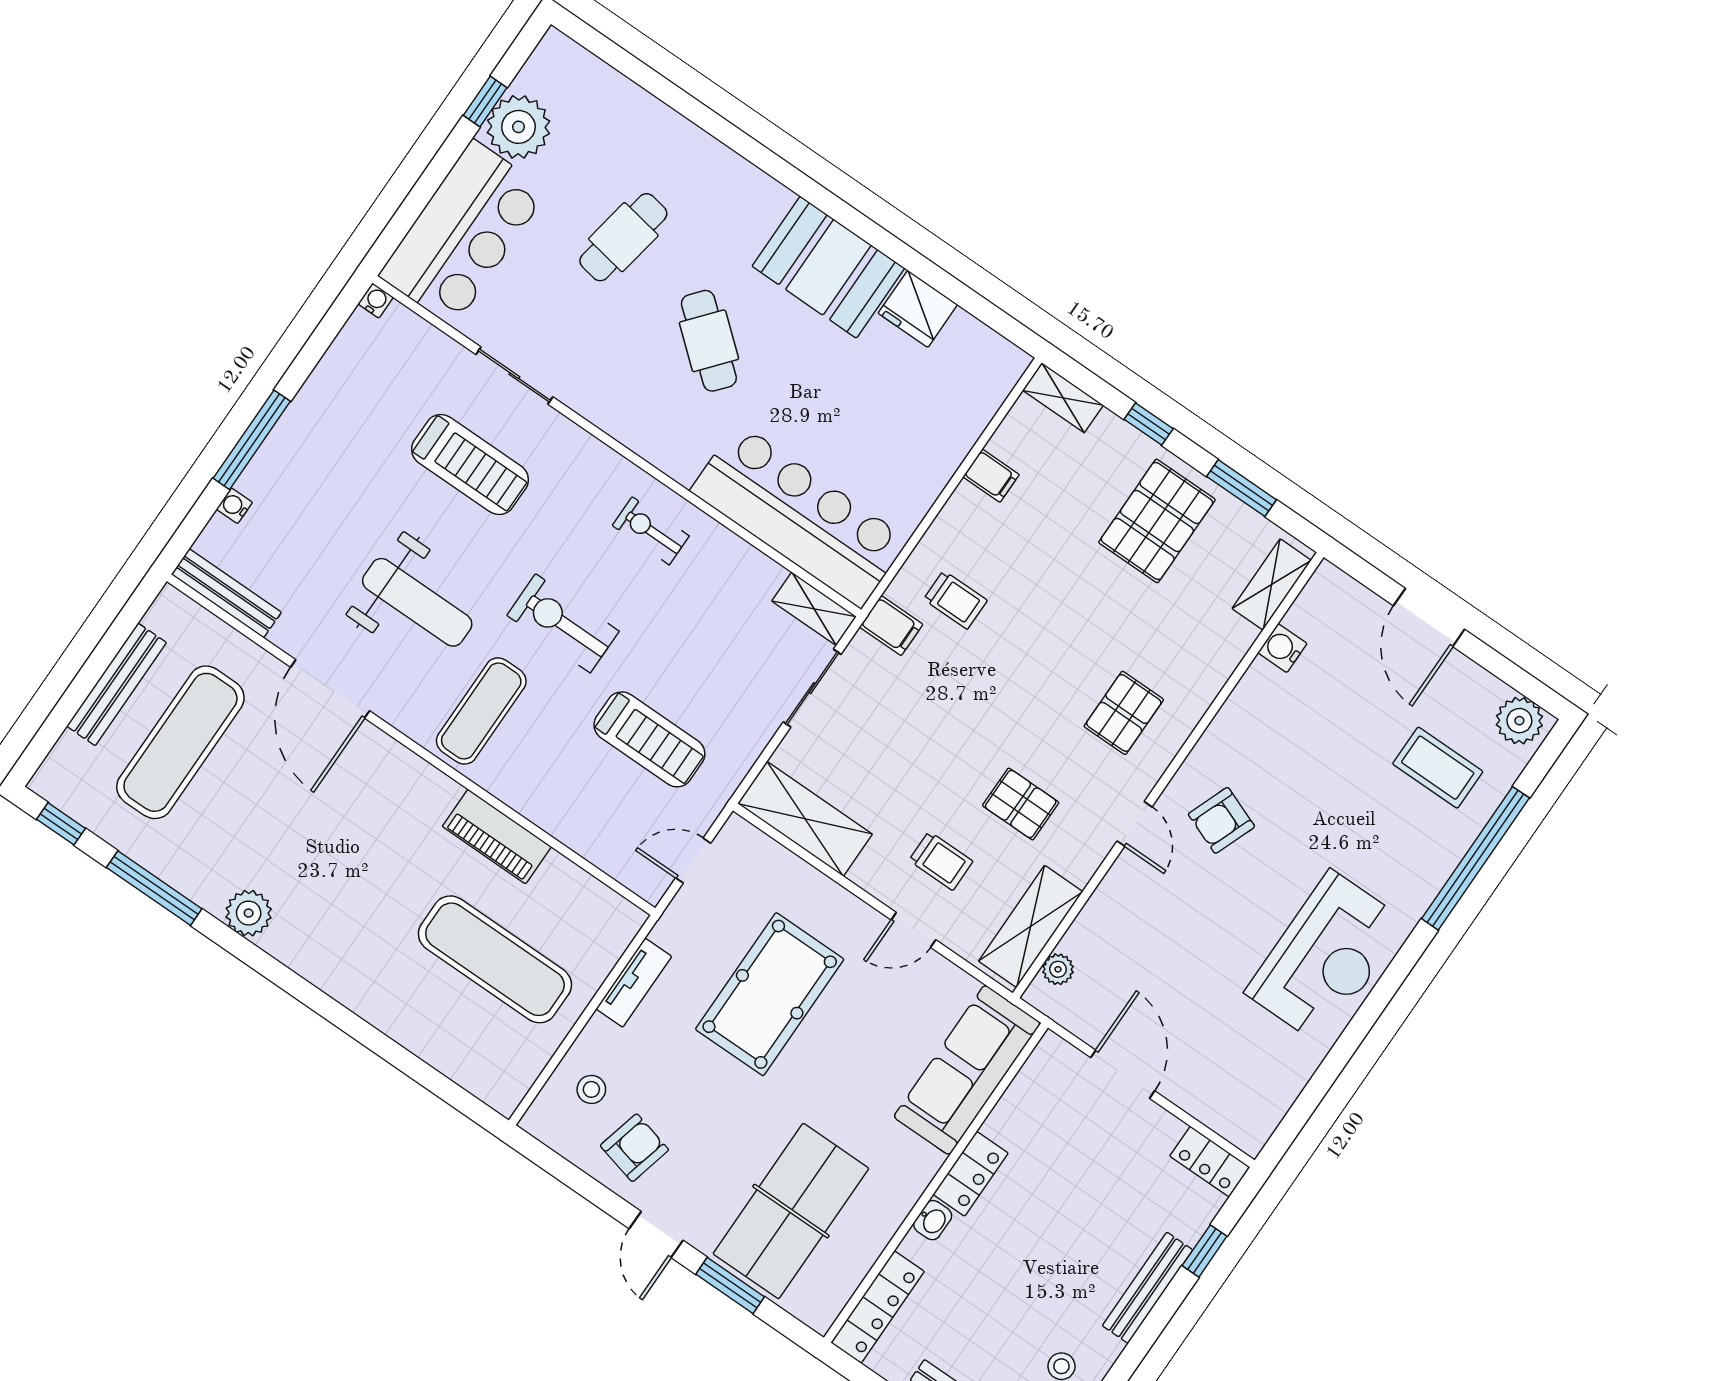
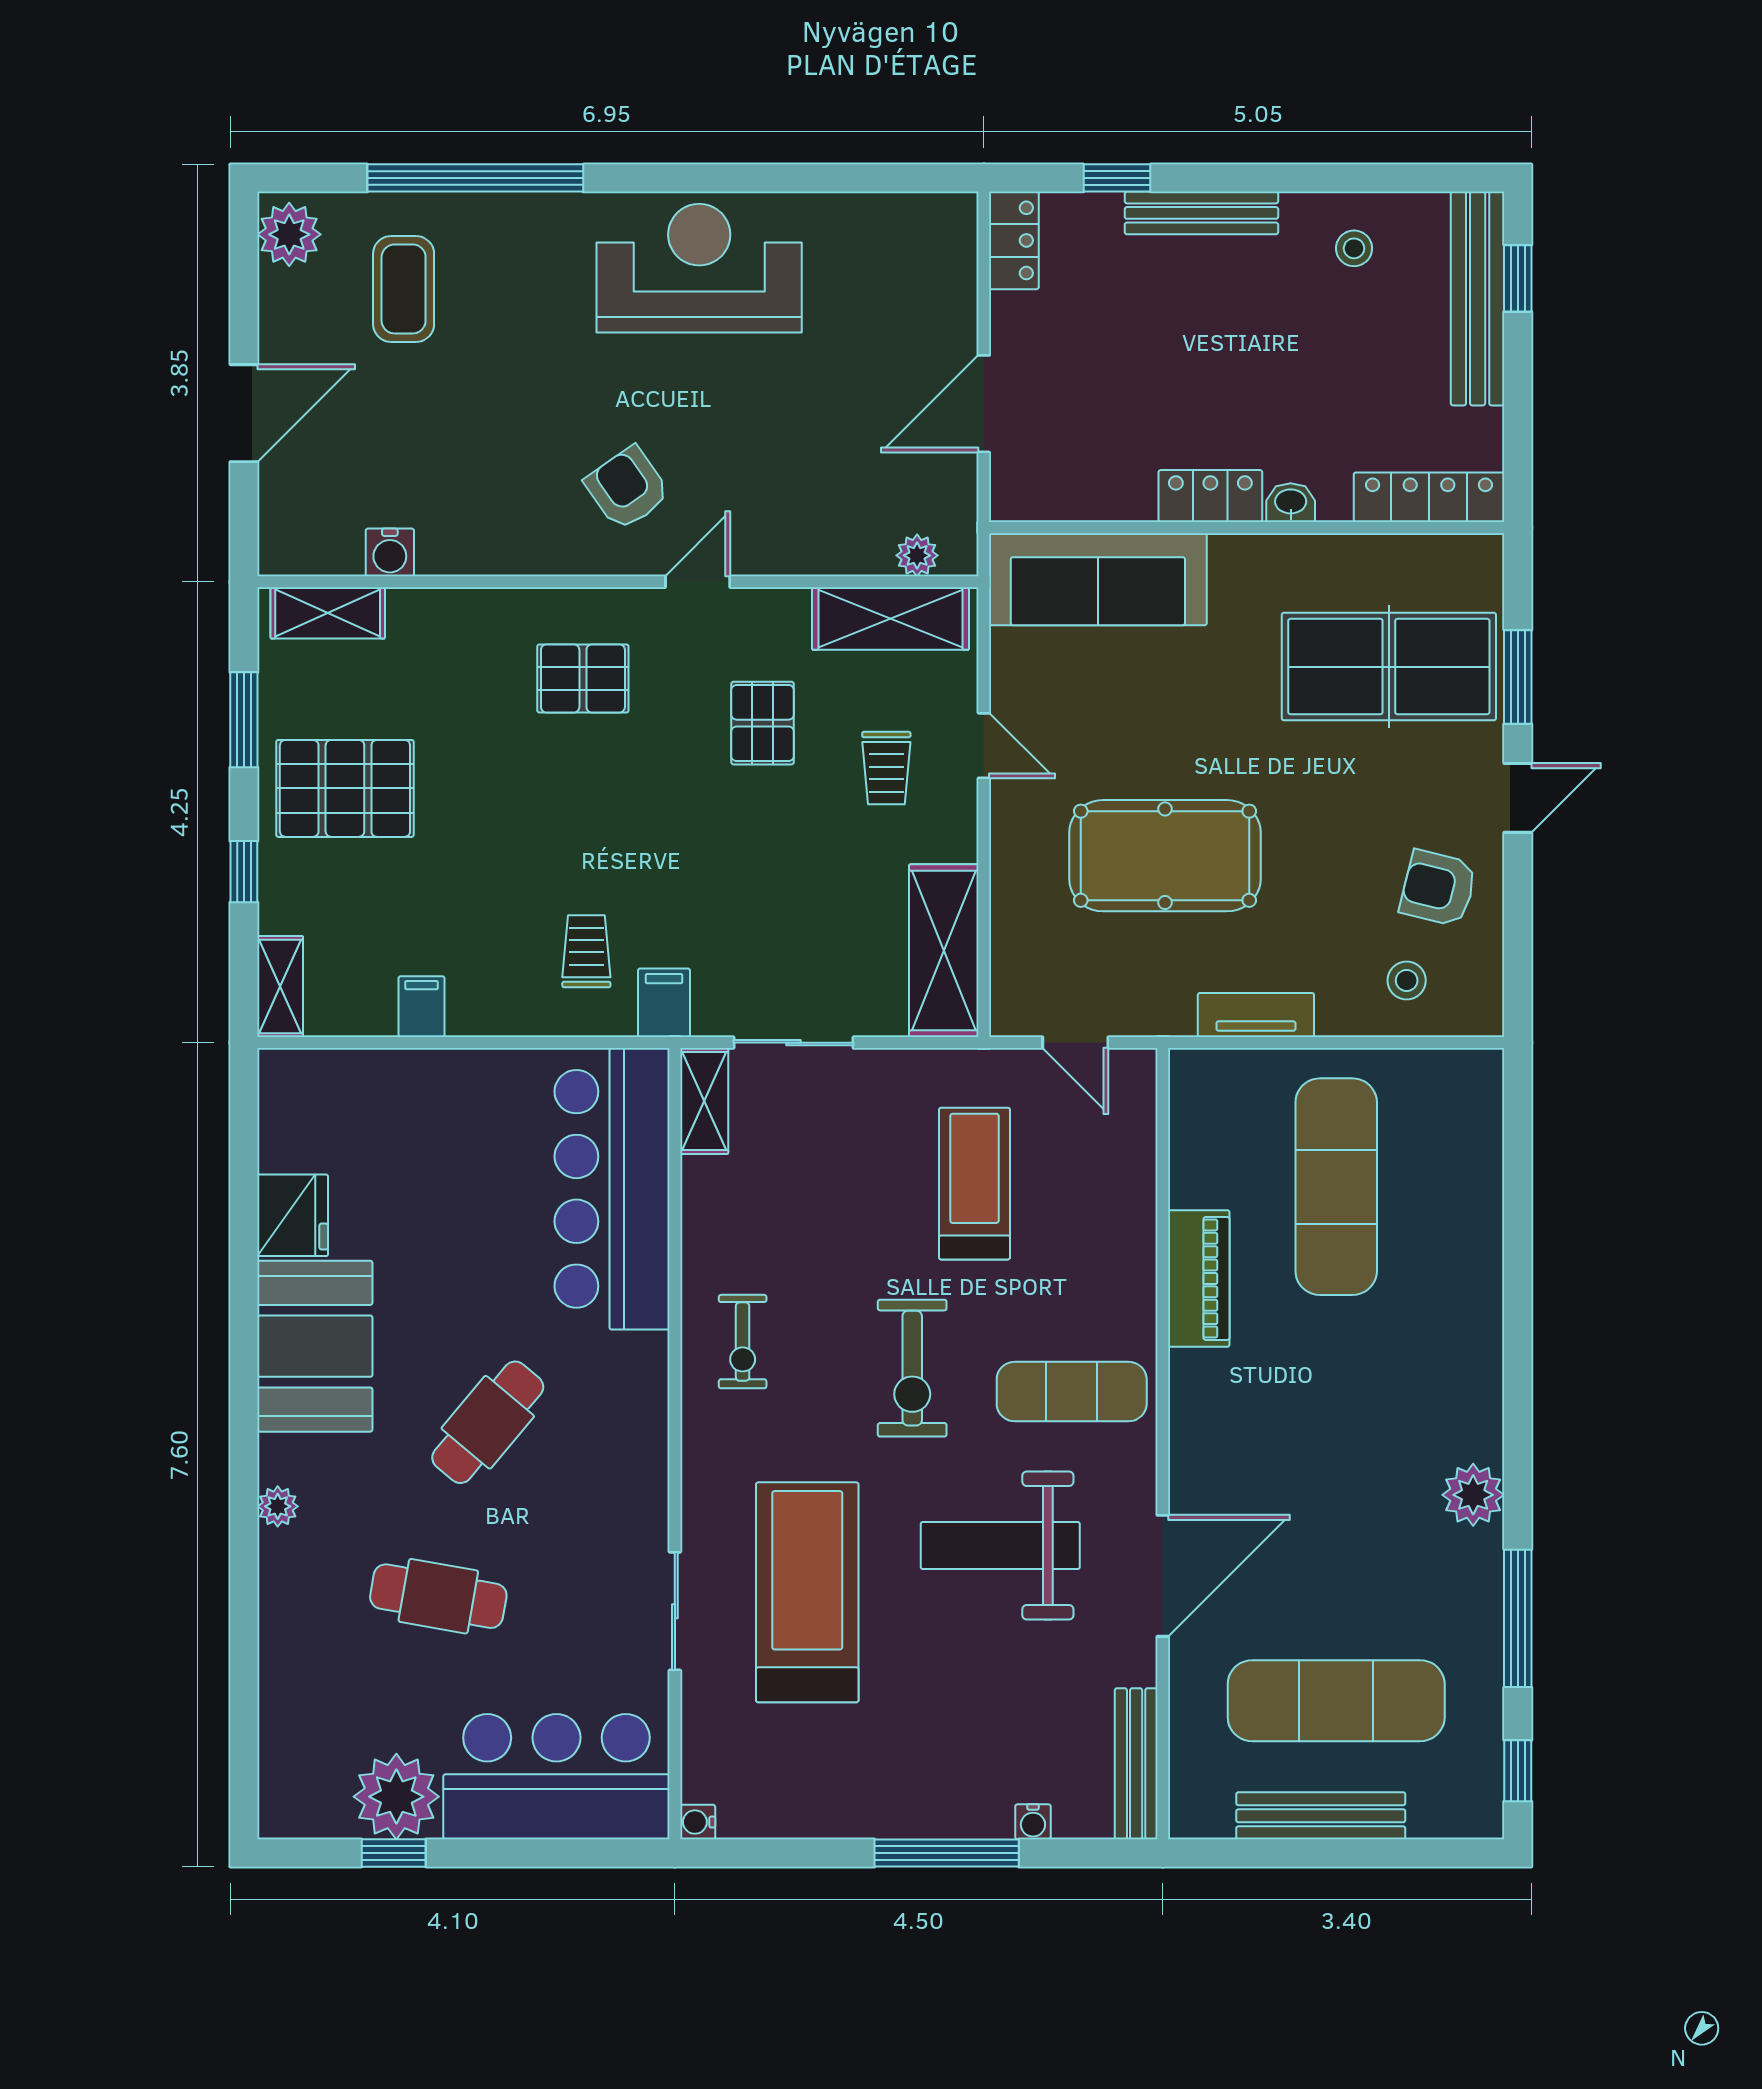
plant: (746, 177) -> (278, 1506), added
treadmill: (470, 465) -> (807, 1592), width x1.37, depth x1.38
weight bench: (417, 602) -> (1000, 1546), turned -90
armchair: (1221, 820) -> (627, 488), turned -146
trolley: (941, 861) -> (886, 768), turned 180

